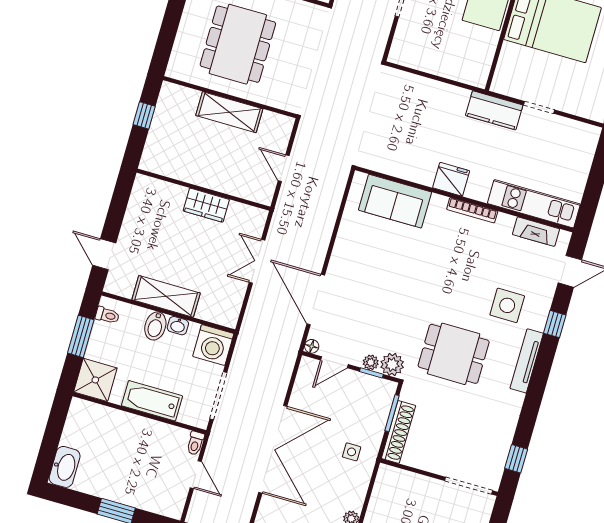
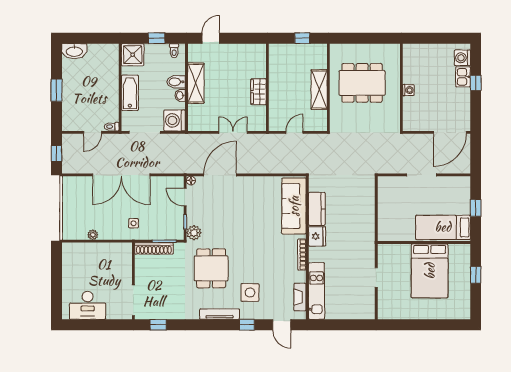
kitchen counter: (494, 110) -> (317, 209), moved, turned 180
sofa: (395, 201) -> (294, 206), width x1.36
window: (81, 336) -> (157, 38), width x0.67
plant: (371, 362) -> (191, 219), removed

